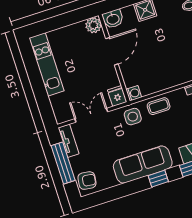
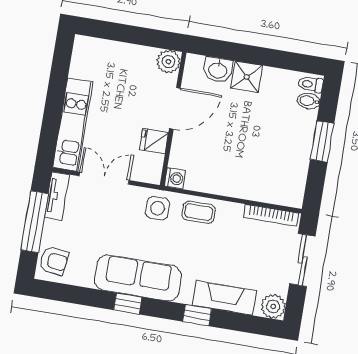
washbasin: (113, 19) -> (218, 70), moved
kitchen unit: (46, 64) -> (73, 125), moved
fridge: (117, 96) -> (154, 141), moved, turned -90
window: (158, 179) -> (128, 304), moved

